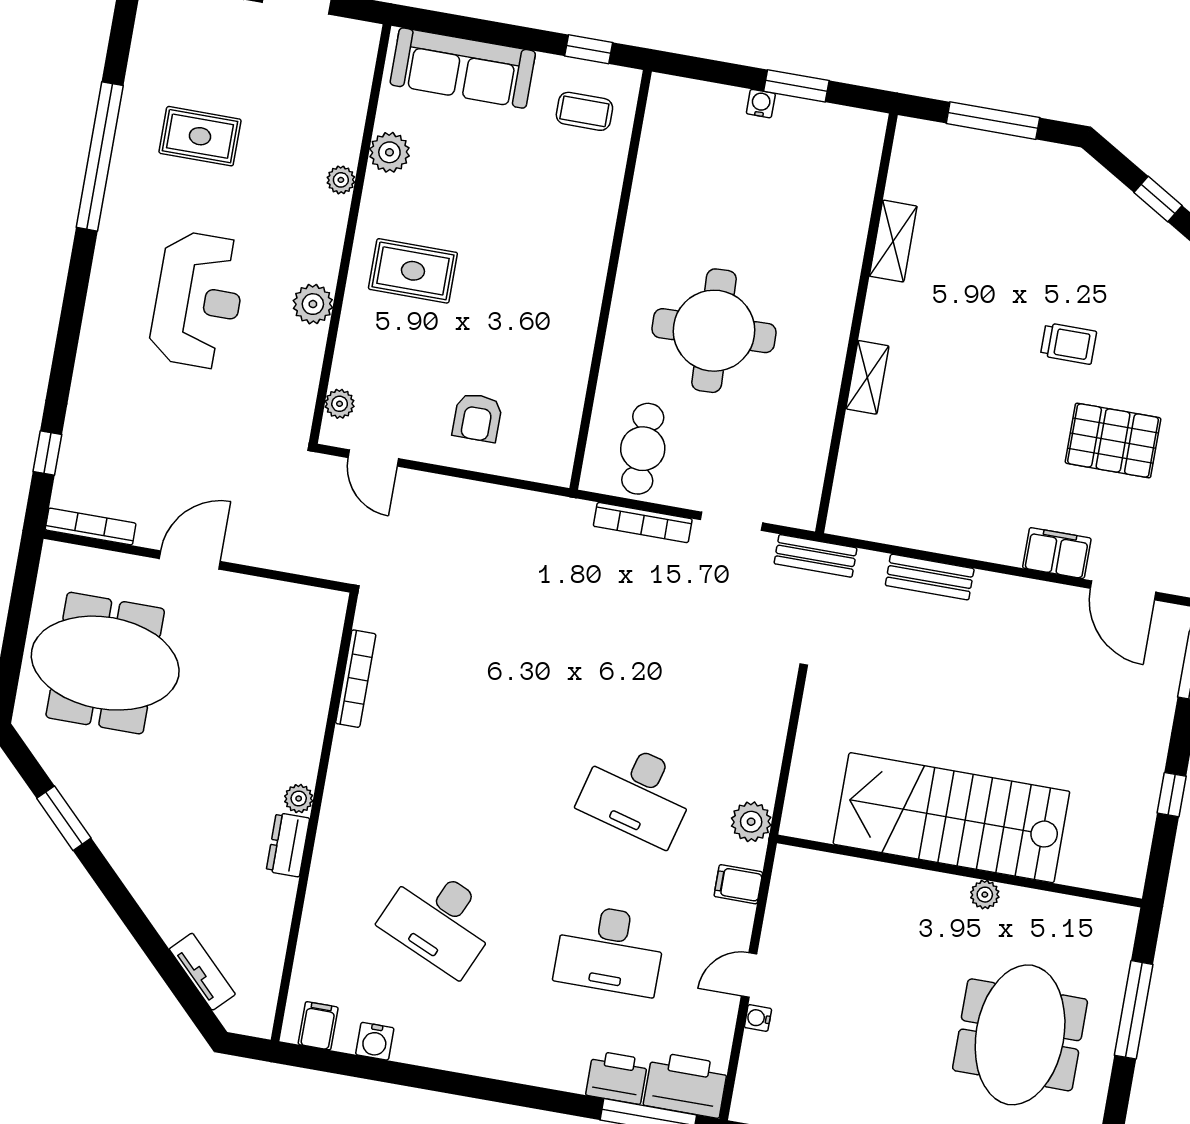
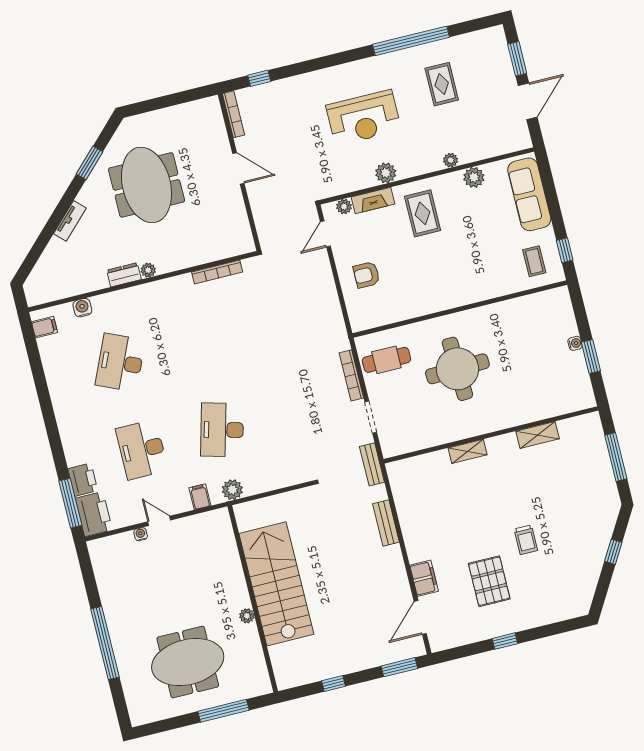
fireplace: (351, 348) -> (373, 200), added
meeting table: (105, 663) -> (147, 185), moved
tv unit: (202, 972) -> (70, 221), moved
water cooler: (375, 1041) -> (82, 308), moved, turned 90

